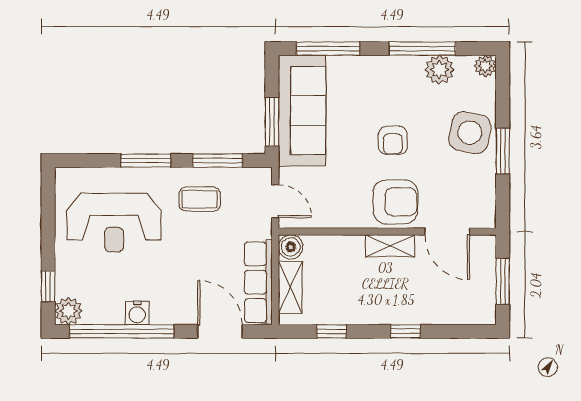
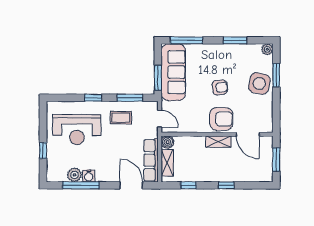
window: (422, 49) -> (235, 40), width x0.69
plant: (439, 70) -> (244, 51), removed
armchair: (393, 140) -> (220, 87), turned -96
window: (503, 151) -> (276, 75), moved
window: (146, 161) -> (93, 98), width x0.67
window: (48, 286) -> (43, 150), moved
plant: (69, 311) -> (74, 175), moved
window: (122, 331) -> (81, 185), width x0.68

